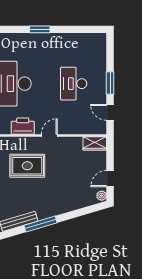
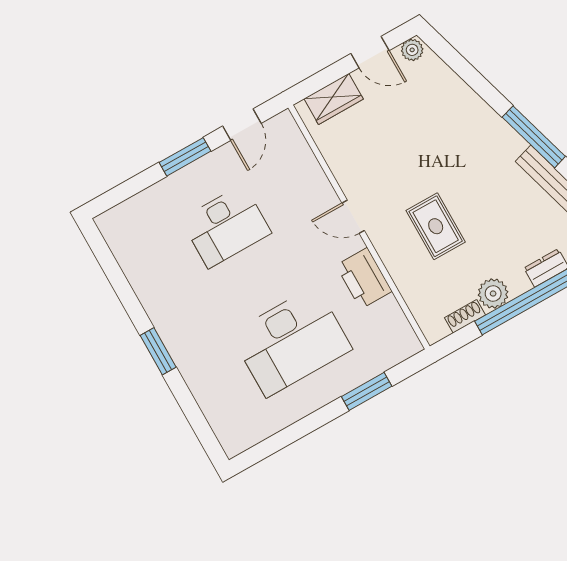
wardrobe: (95, 143) -> (334, 99), moved, turned 90
rug: (27, 166) -> (436, 226), width x0.73, depth x0.70

